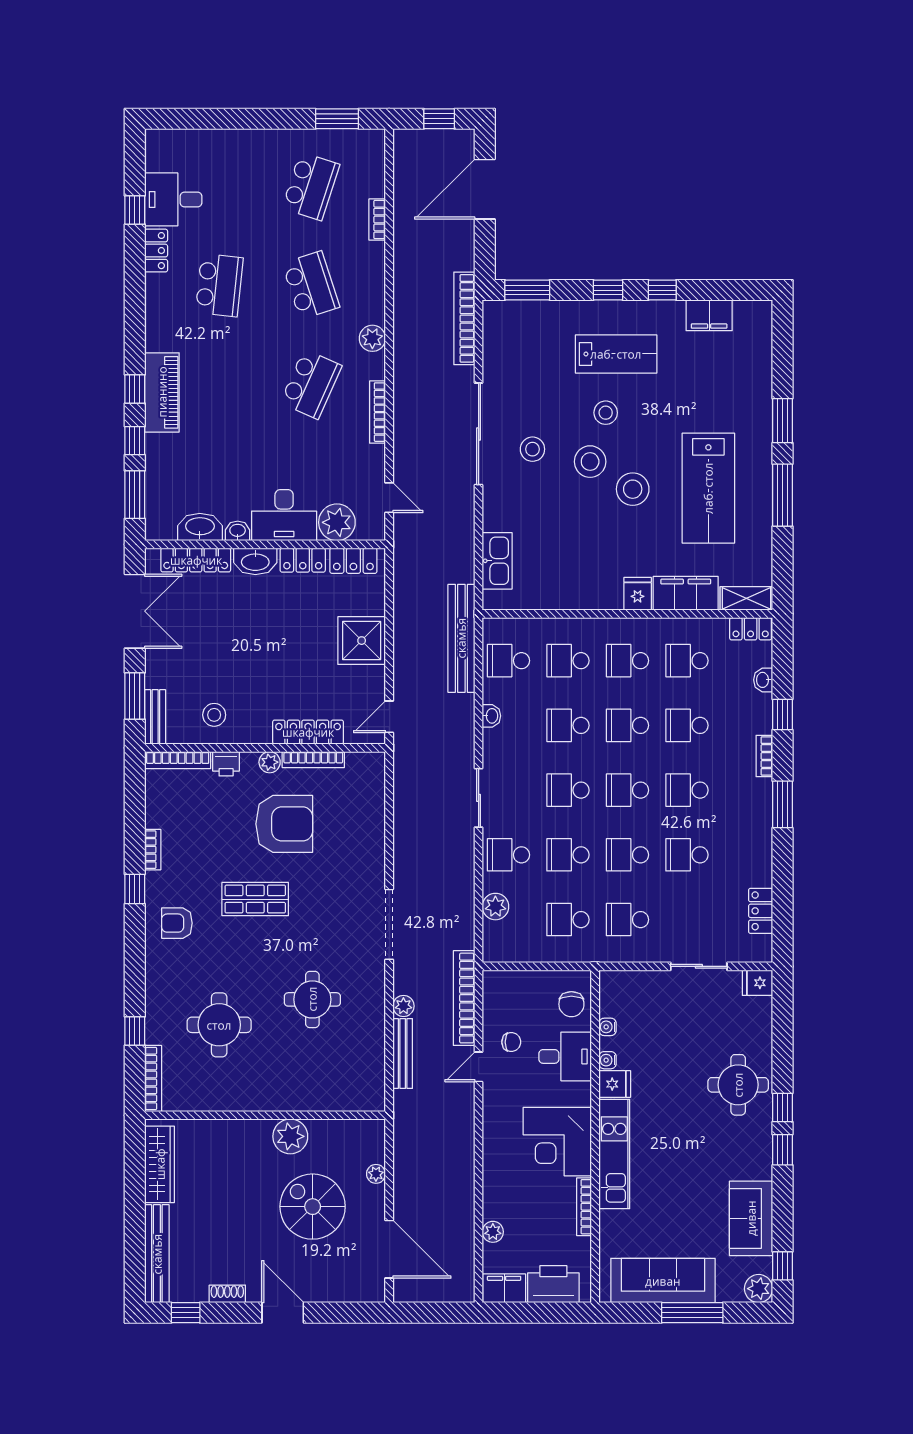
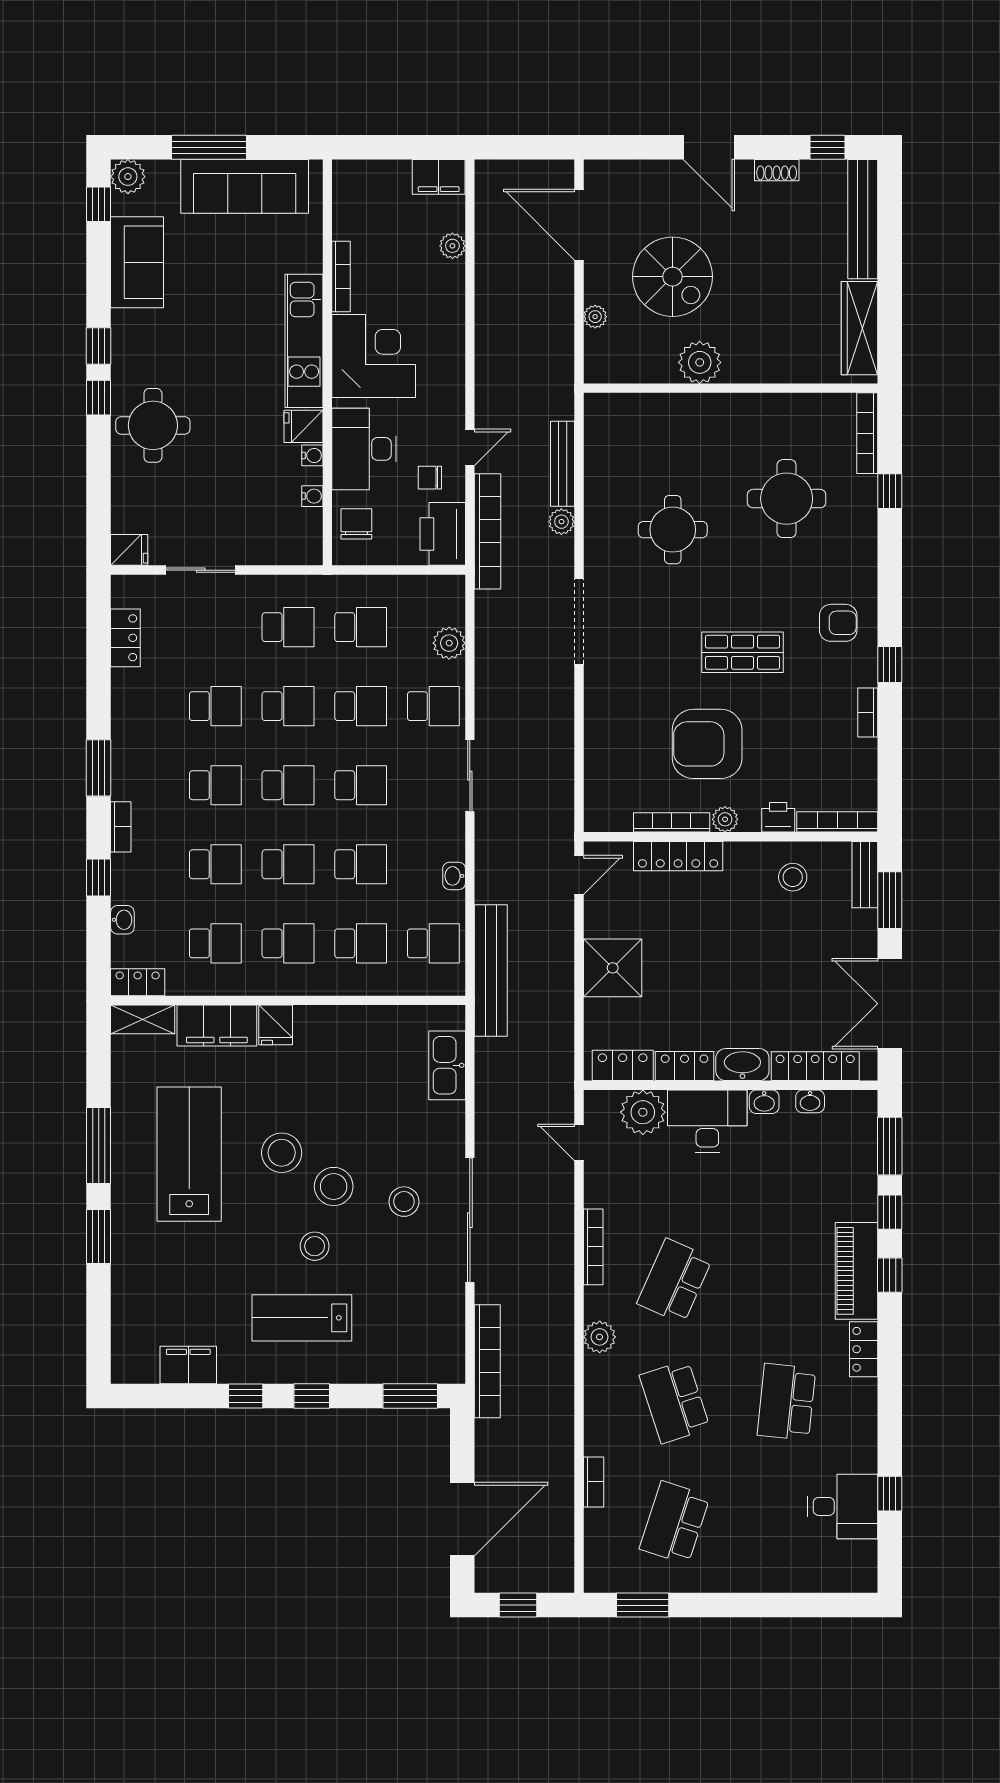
locker: (156, 251) -> (864, 1349), moved
washbasin: (200, 527) -> (810, 1101), width x0.52, depth x0.69
desk: (565, 1056) -> (364, 449), width x1.37
printer: (553, 1284) -> (443, 534), moved, turned 90

